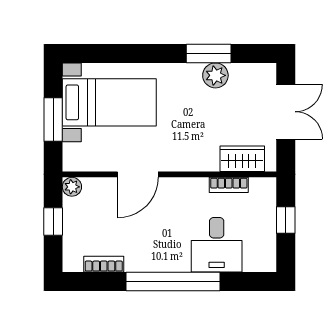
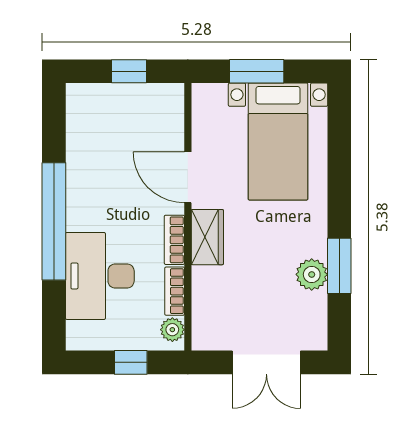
wardrobe: (242, 159) -> (207, 237), moved
plant: (72, 187) -> (172, 330), moved
desk: (217, 245) -> (100, 276), width x1.37
bookcase: (104, 264) -> (174, 240), moved, turned 180

